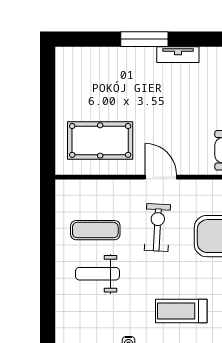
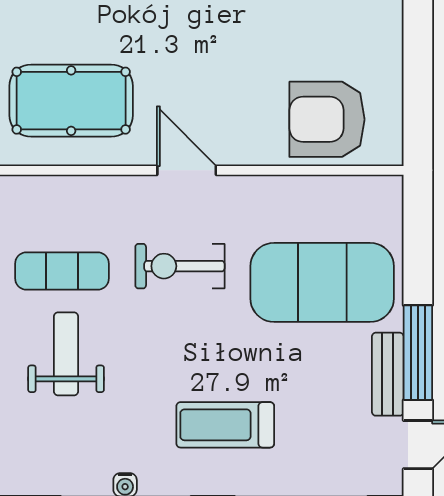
exercise bike: (157, 228) -> (180, 266), turned -93
weight bench: (97, 274) -> (66, 354), turned 90

